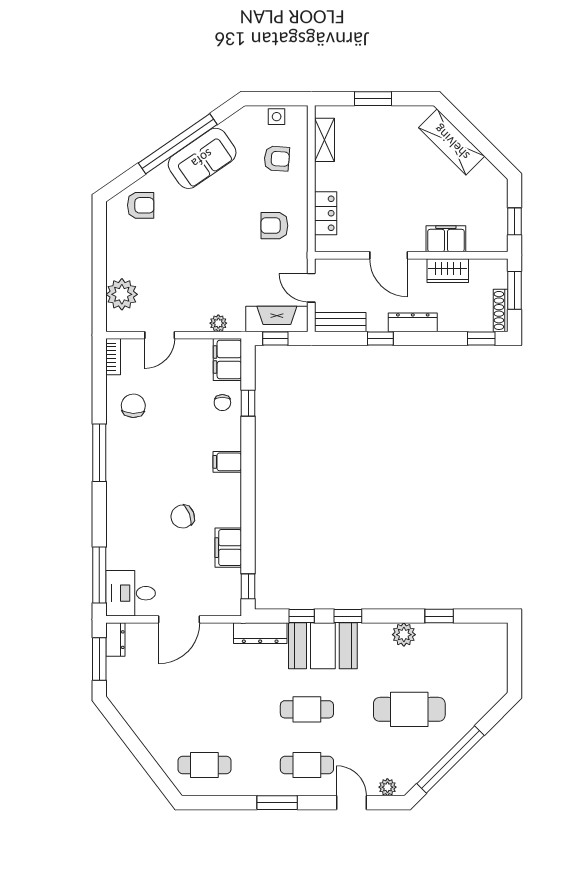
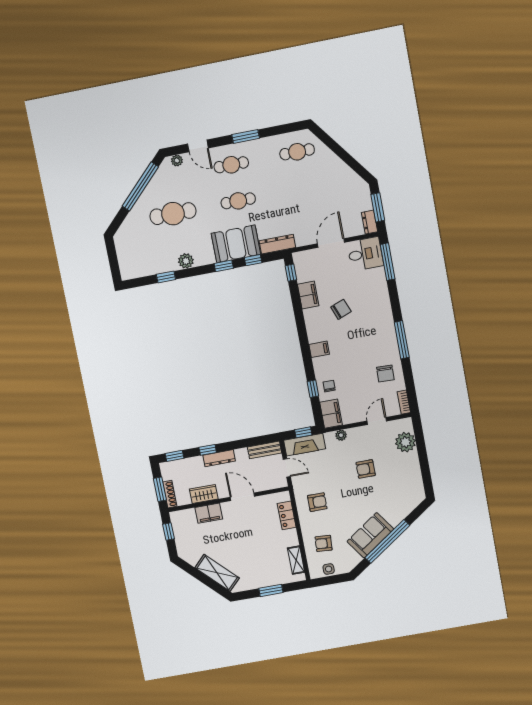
armchair: (141, 205) -> (366, 469), moved
shoe rack: (501, 310) -> (170, 494), moved
window: (380, 338) -> (208, 450), moved

